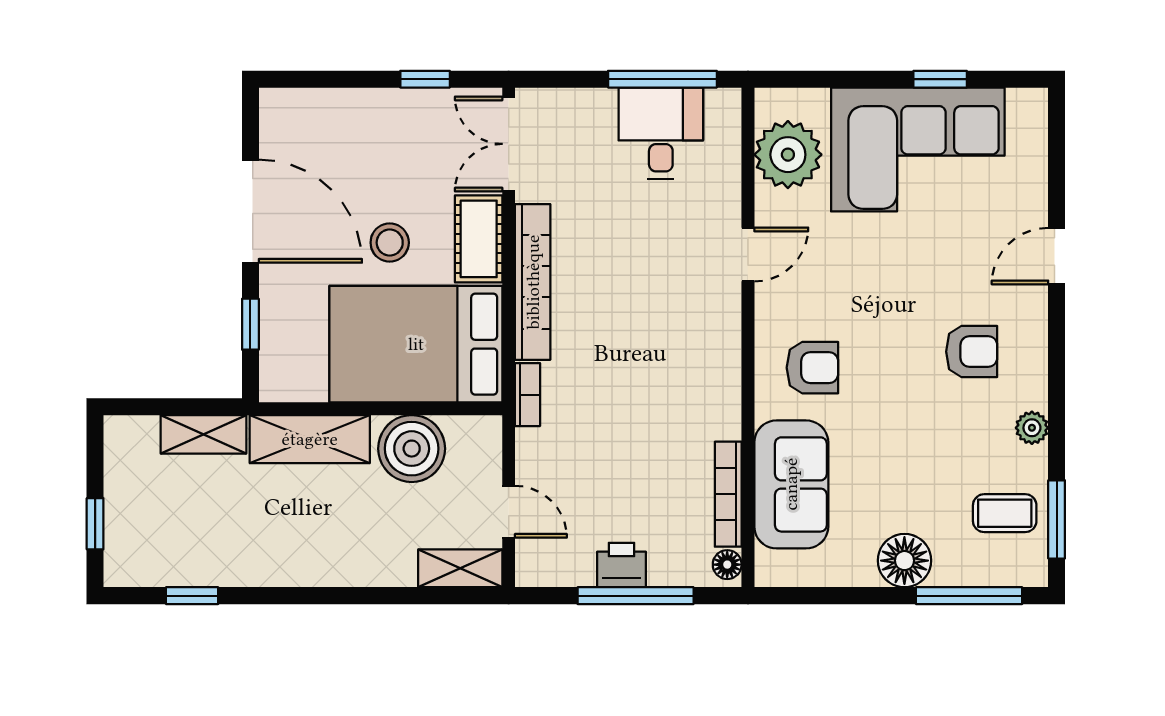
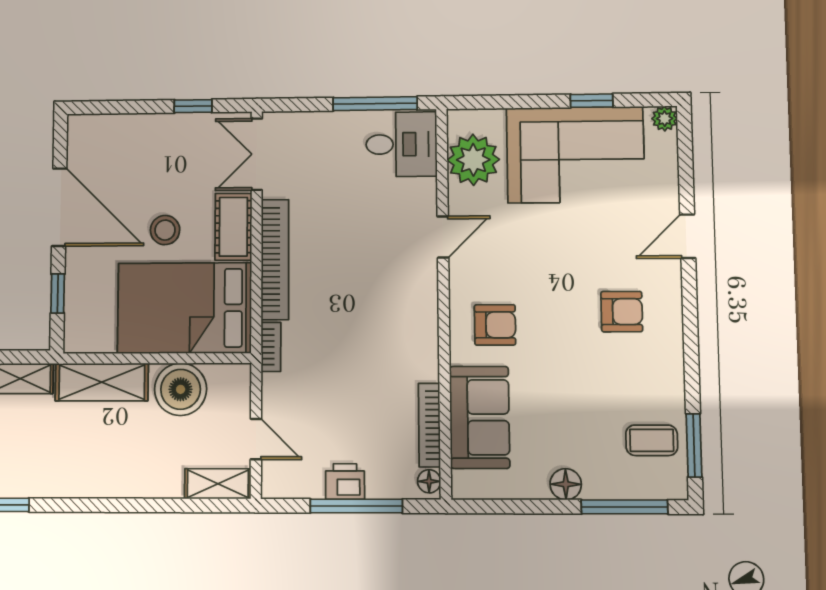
desk: (661, 133) -> (401, 144), moved, turned 90
plant: (1032, 428) -> (665, 119), moved
floor lamp: (904, 561) -> (566, 484), width x0.73, depth x0.73

